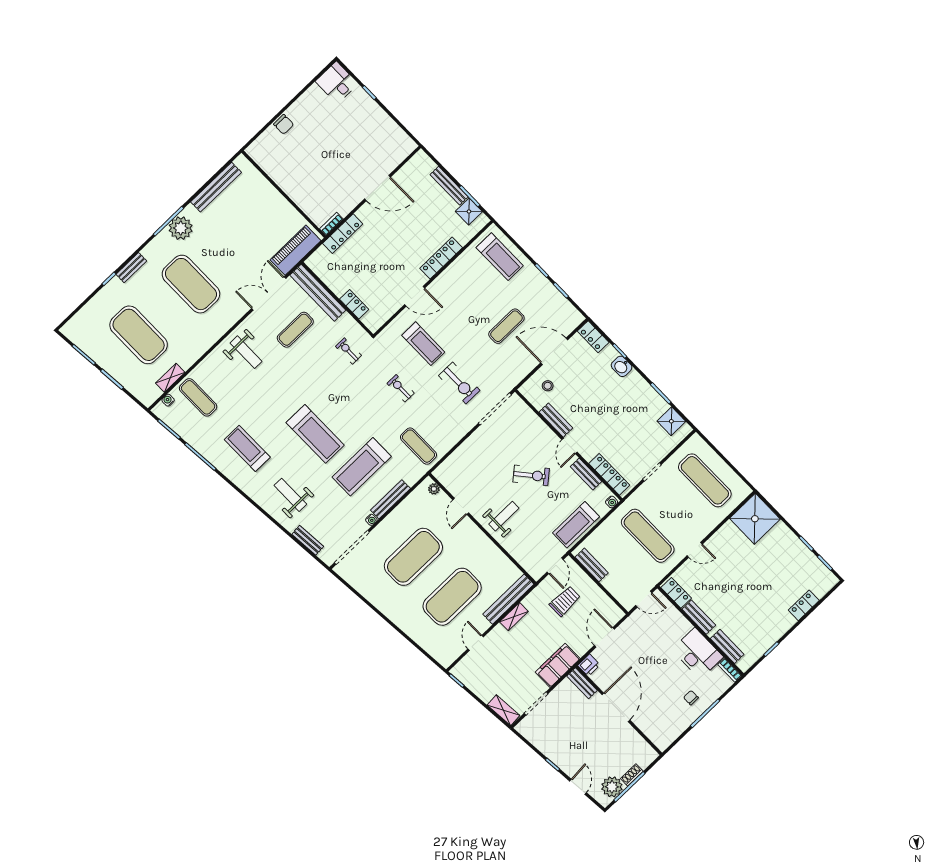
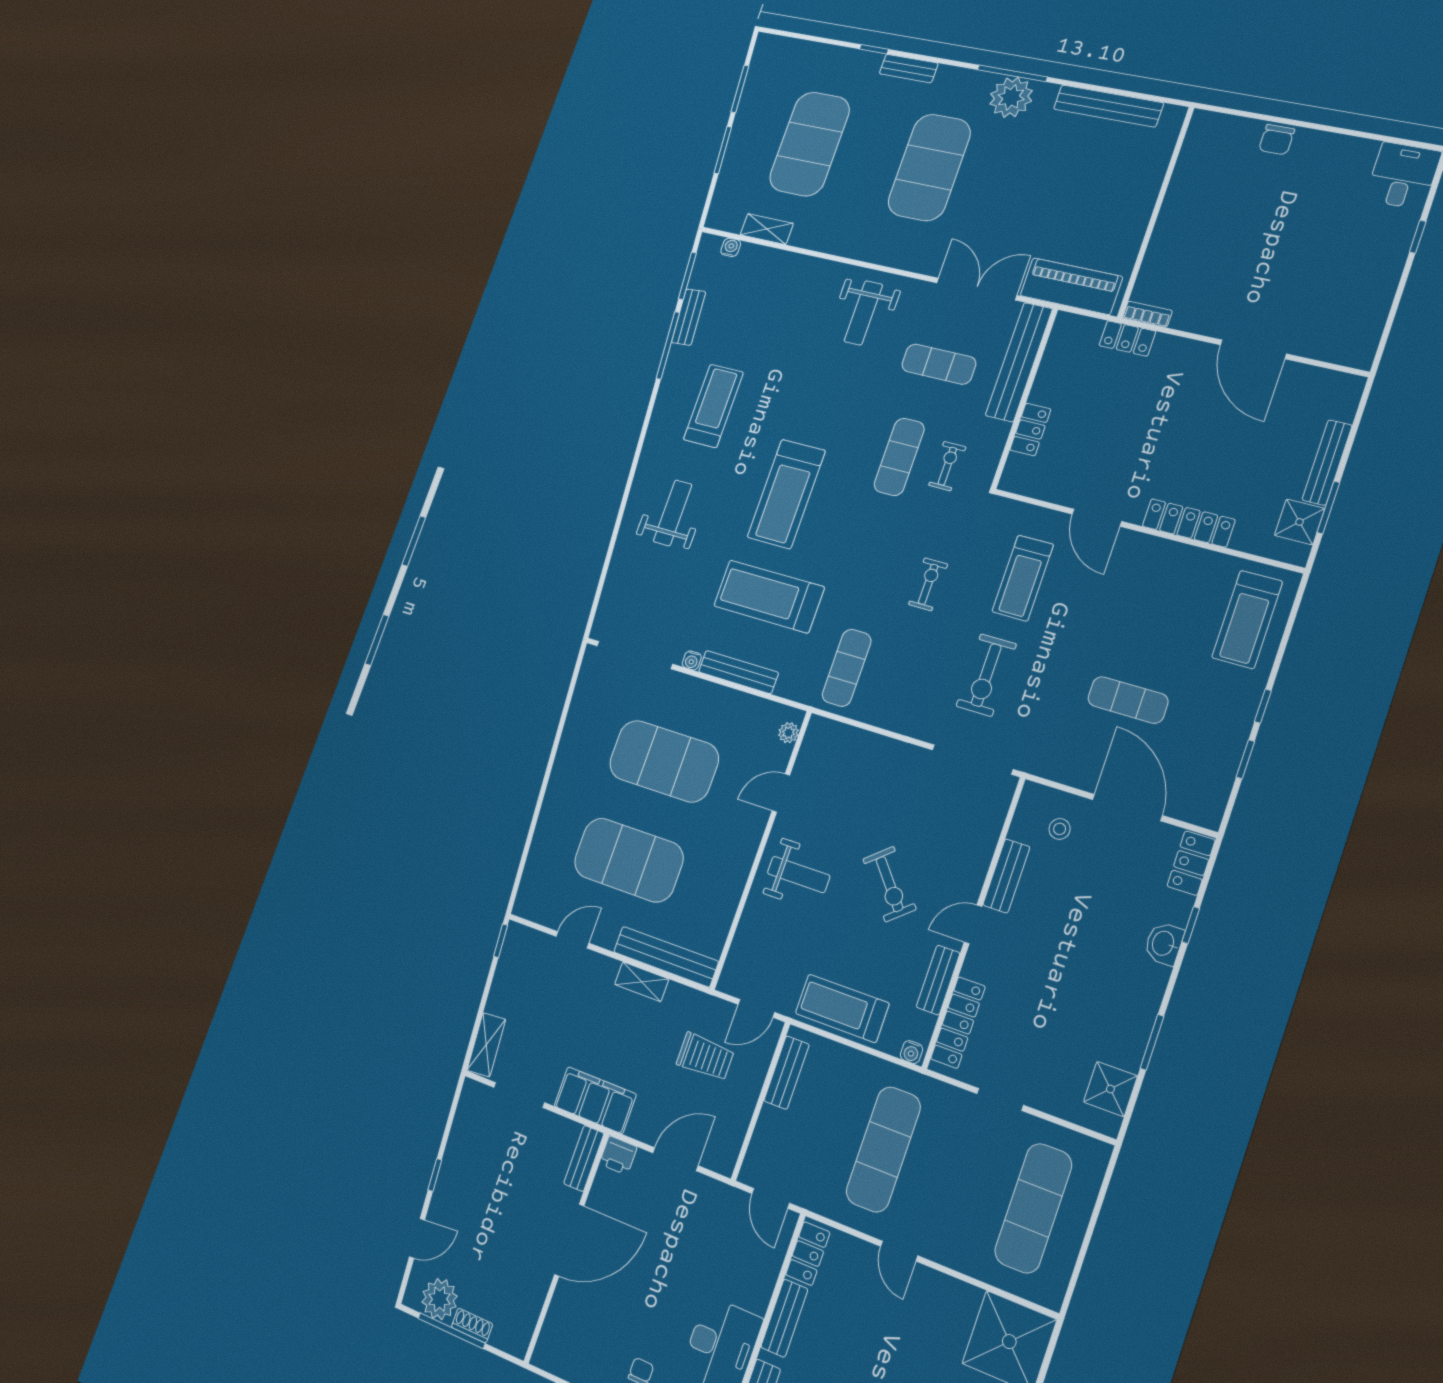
locker: (343, 234) -> (1127, 338), width x0.66
exercise mat: (198, 397) -> (899, 457), moved
bench: (308, 540) -> (689, 317), moved

